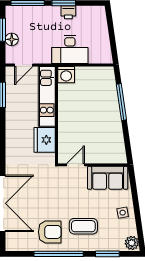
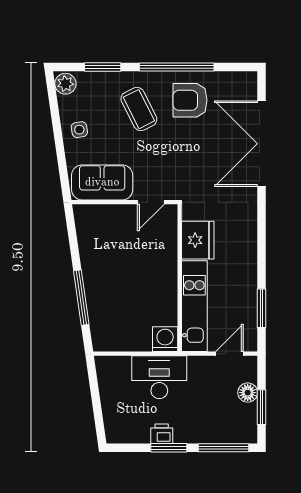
coffee table: (83, 226) -> (139, 109), turned 63

